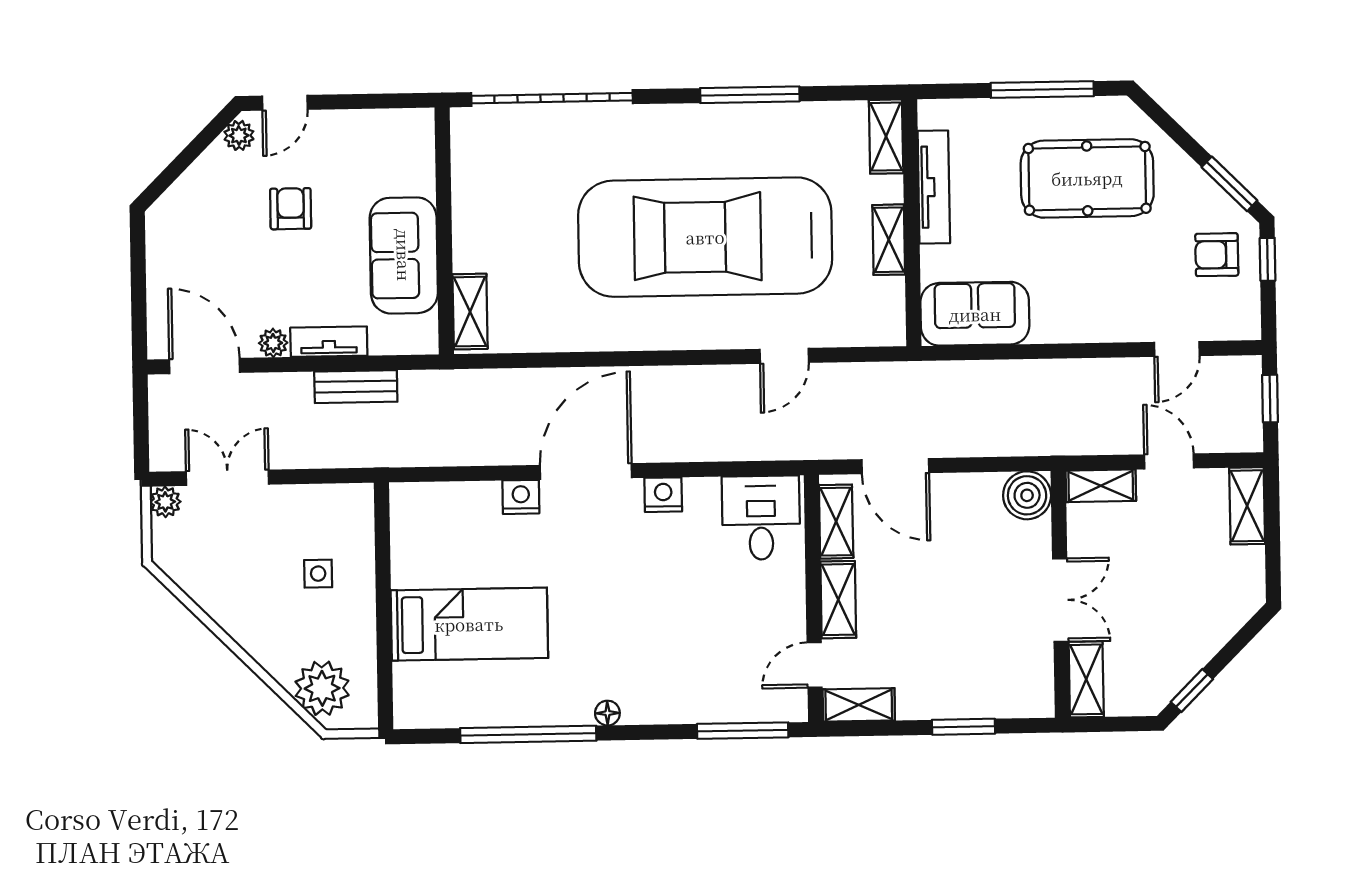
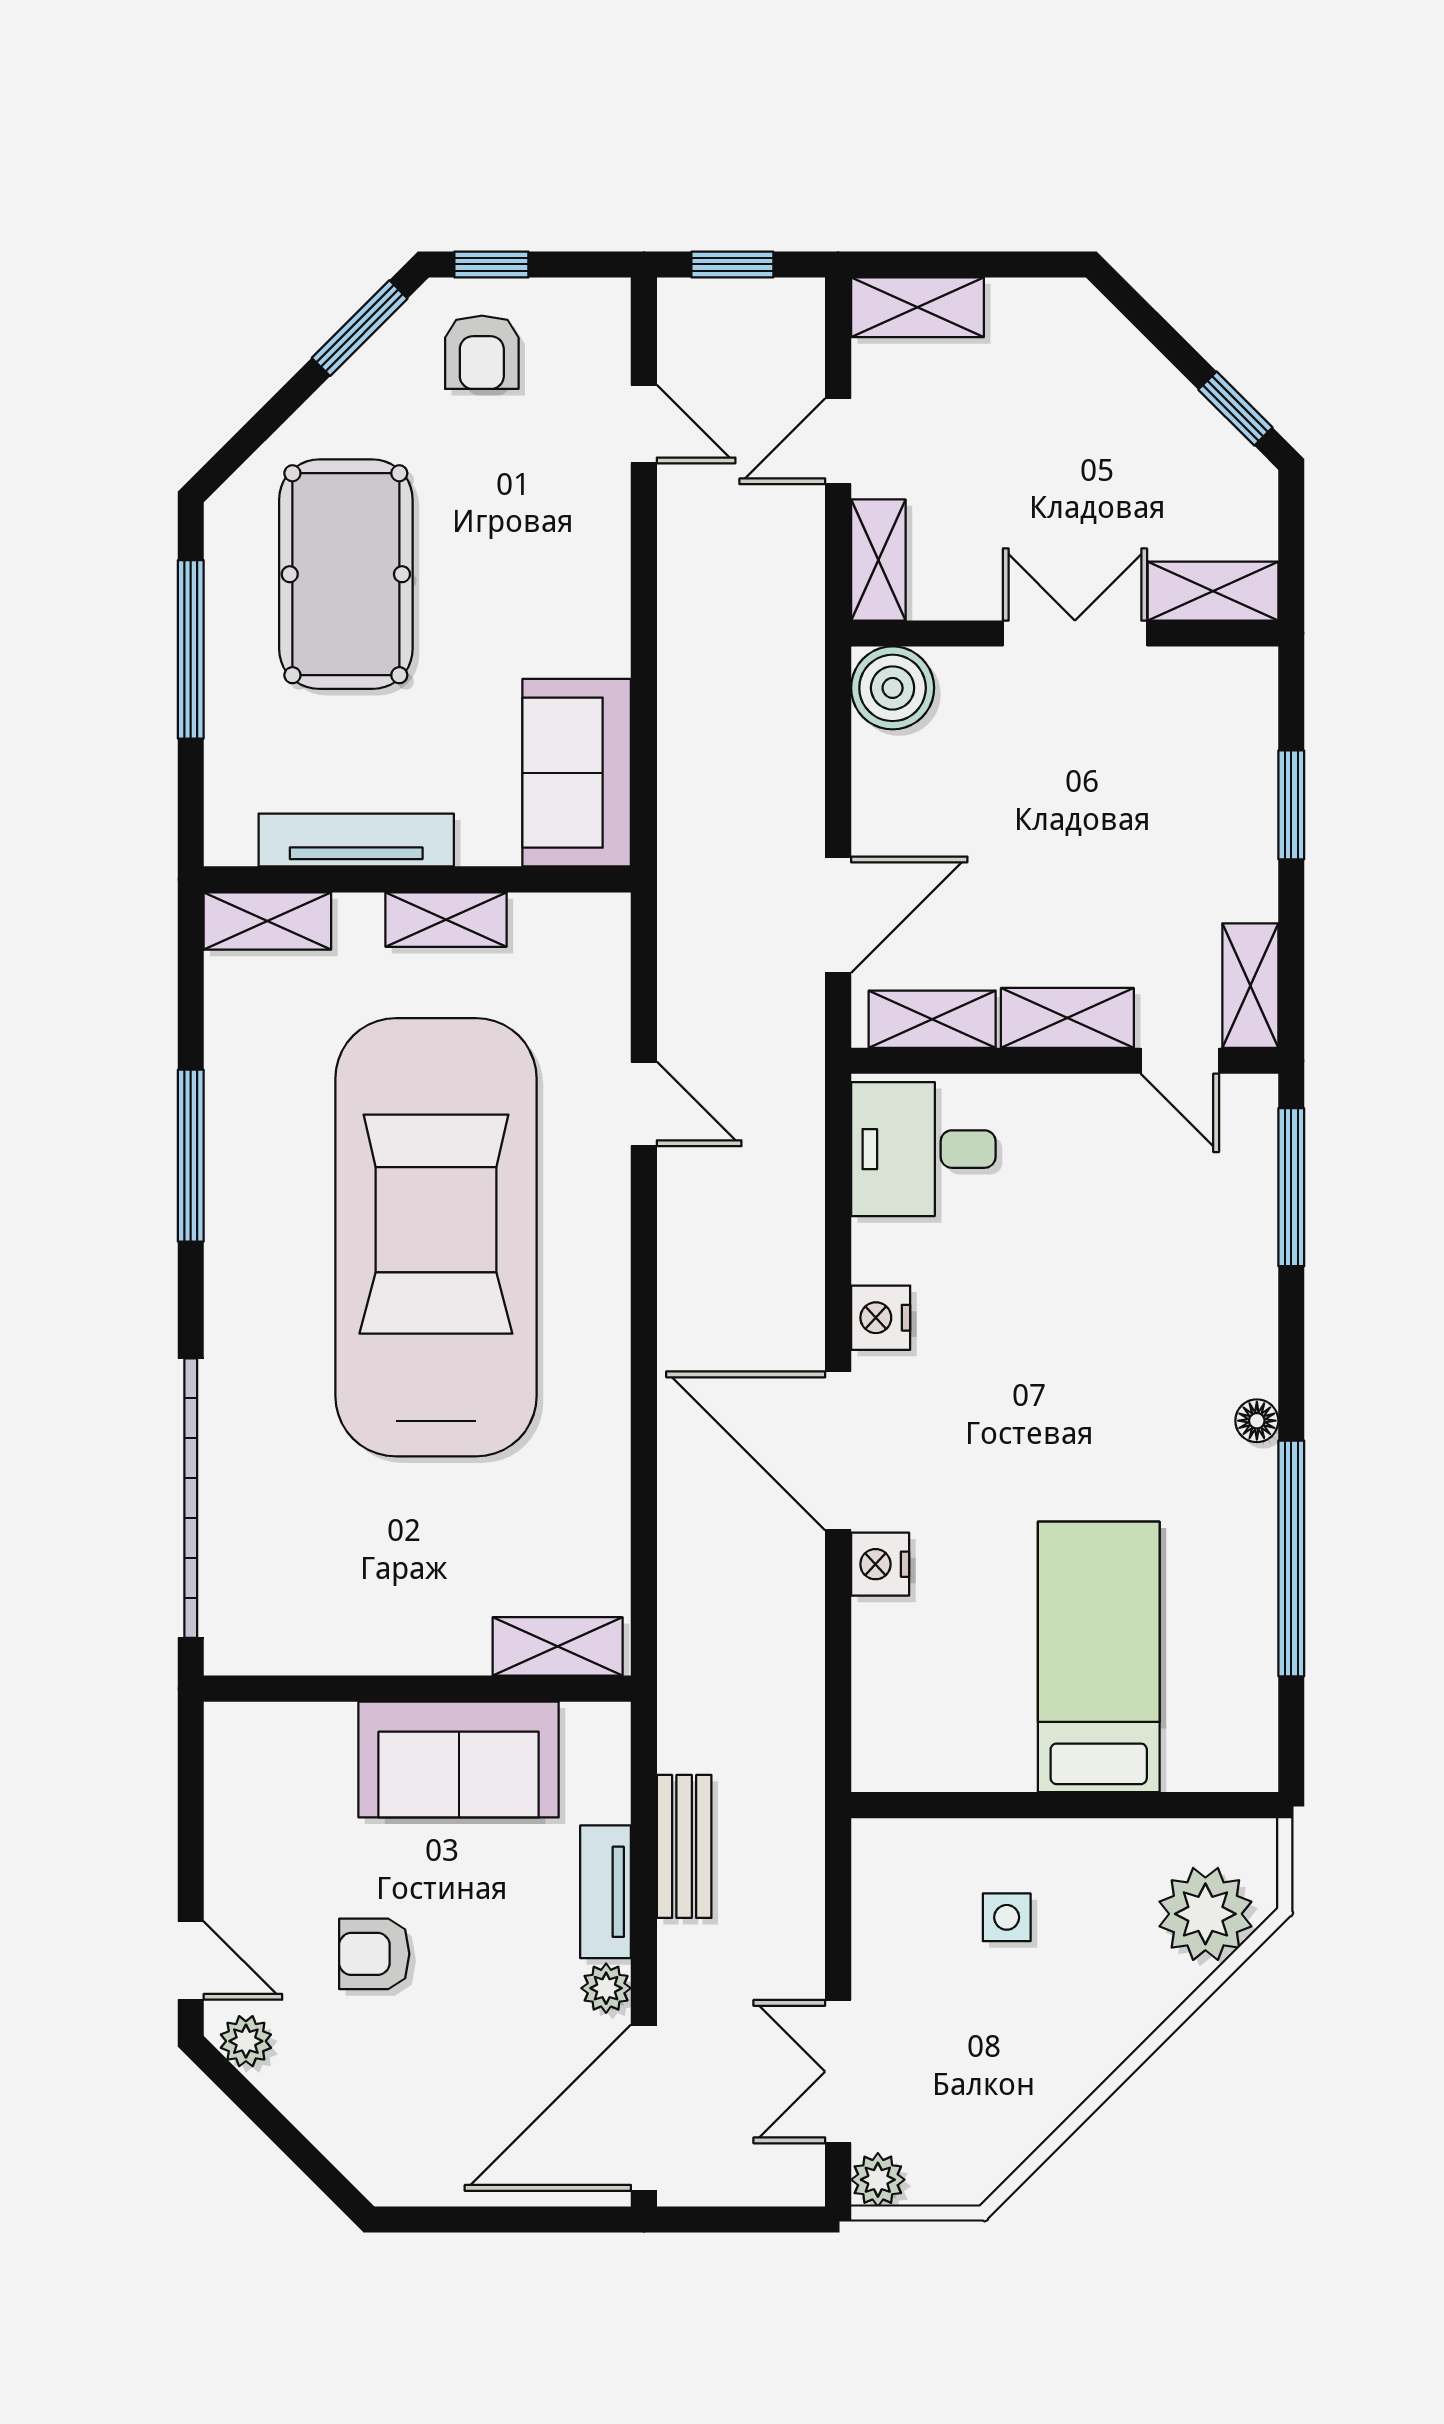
car: (705, 237) -> (436, 1237), turned 180
door: (205, 366) -> (644, 2108), width x1.36

